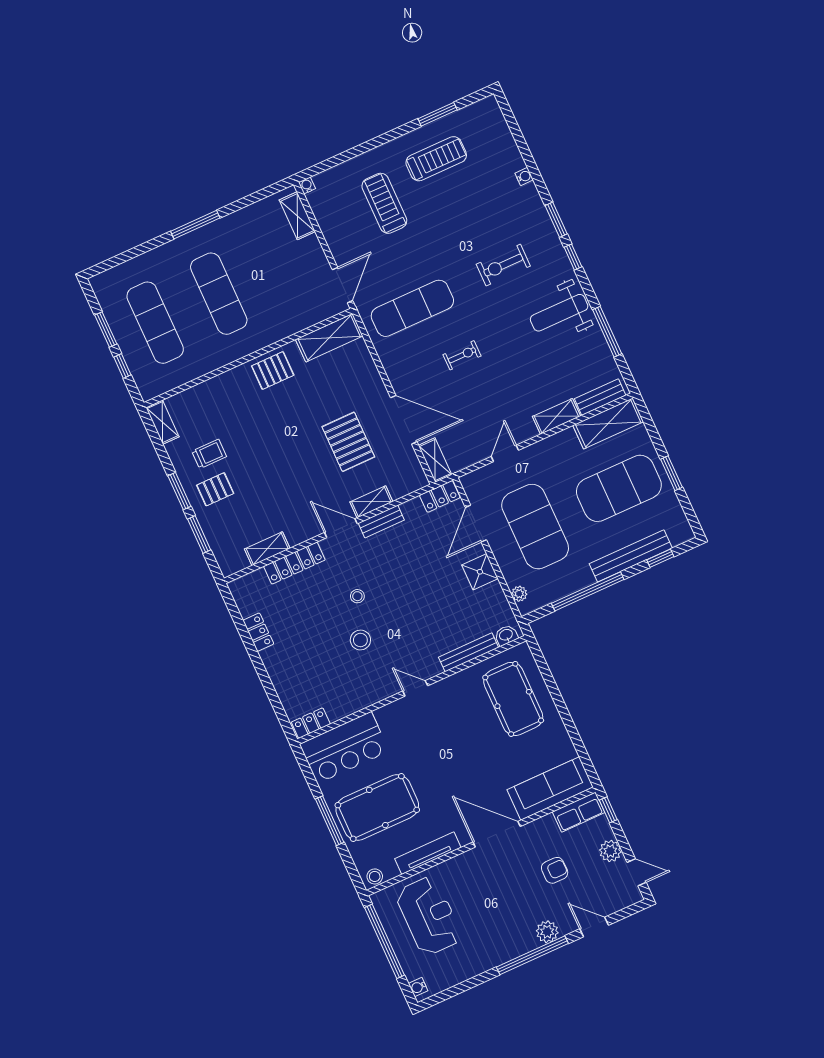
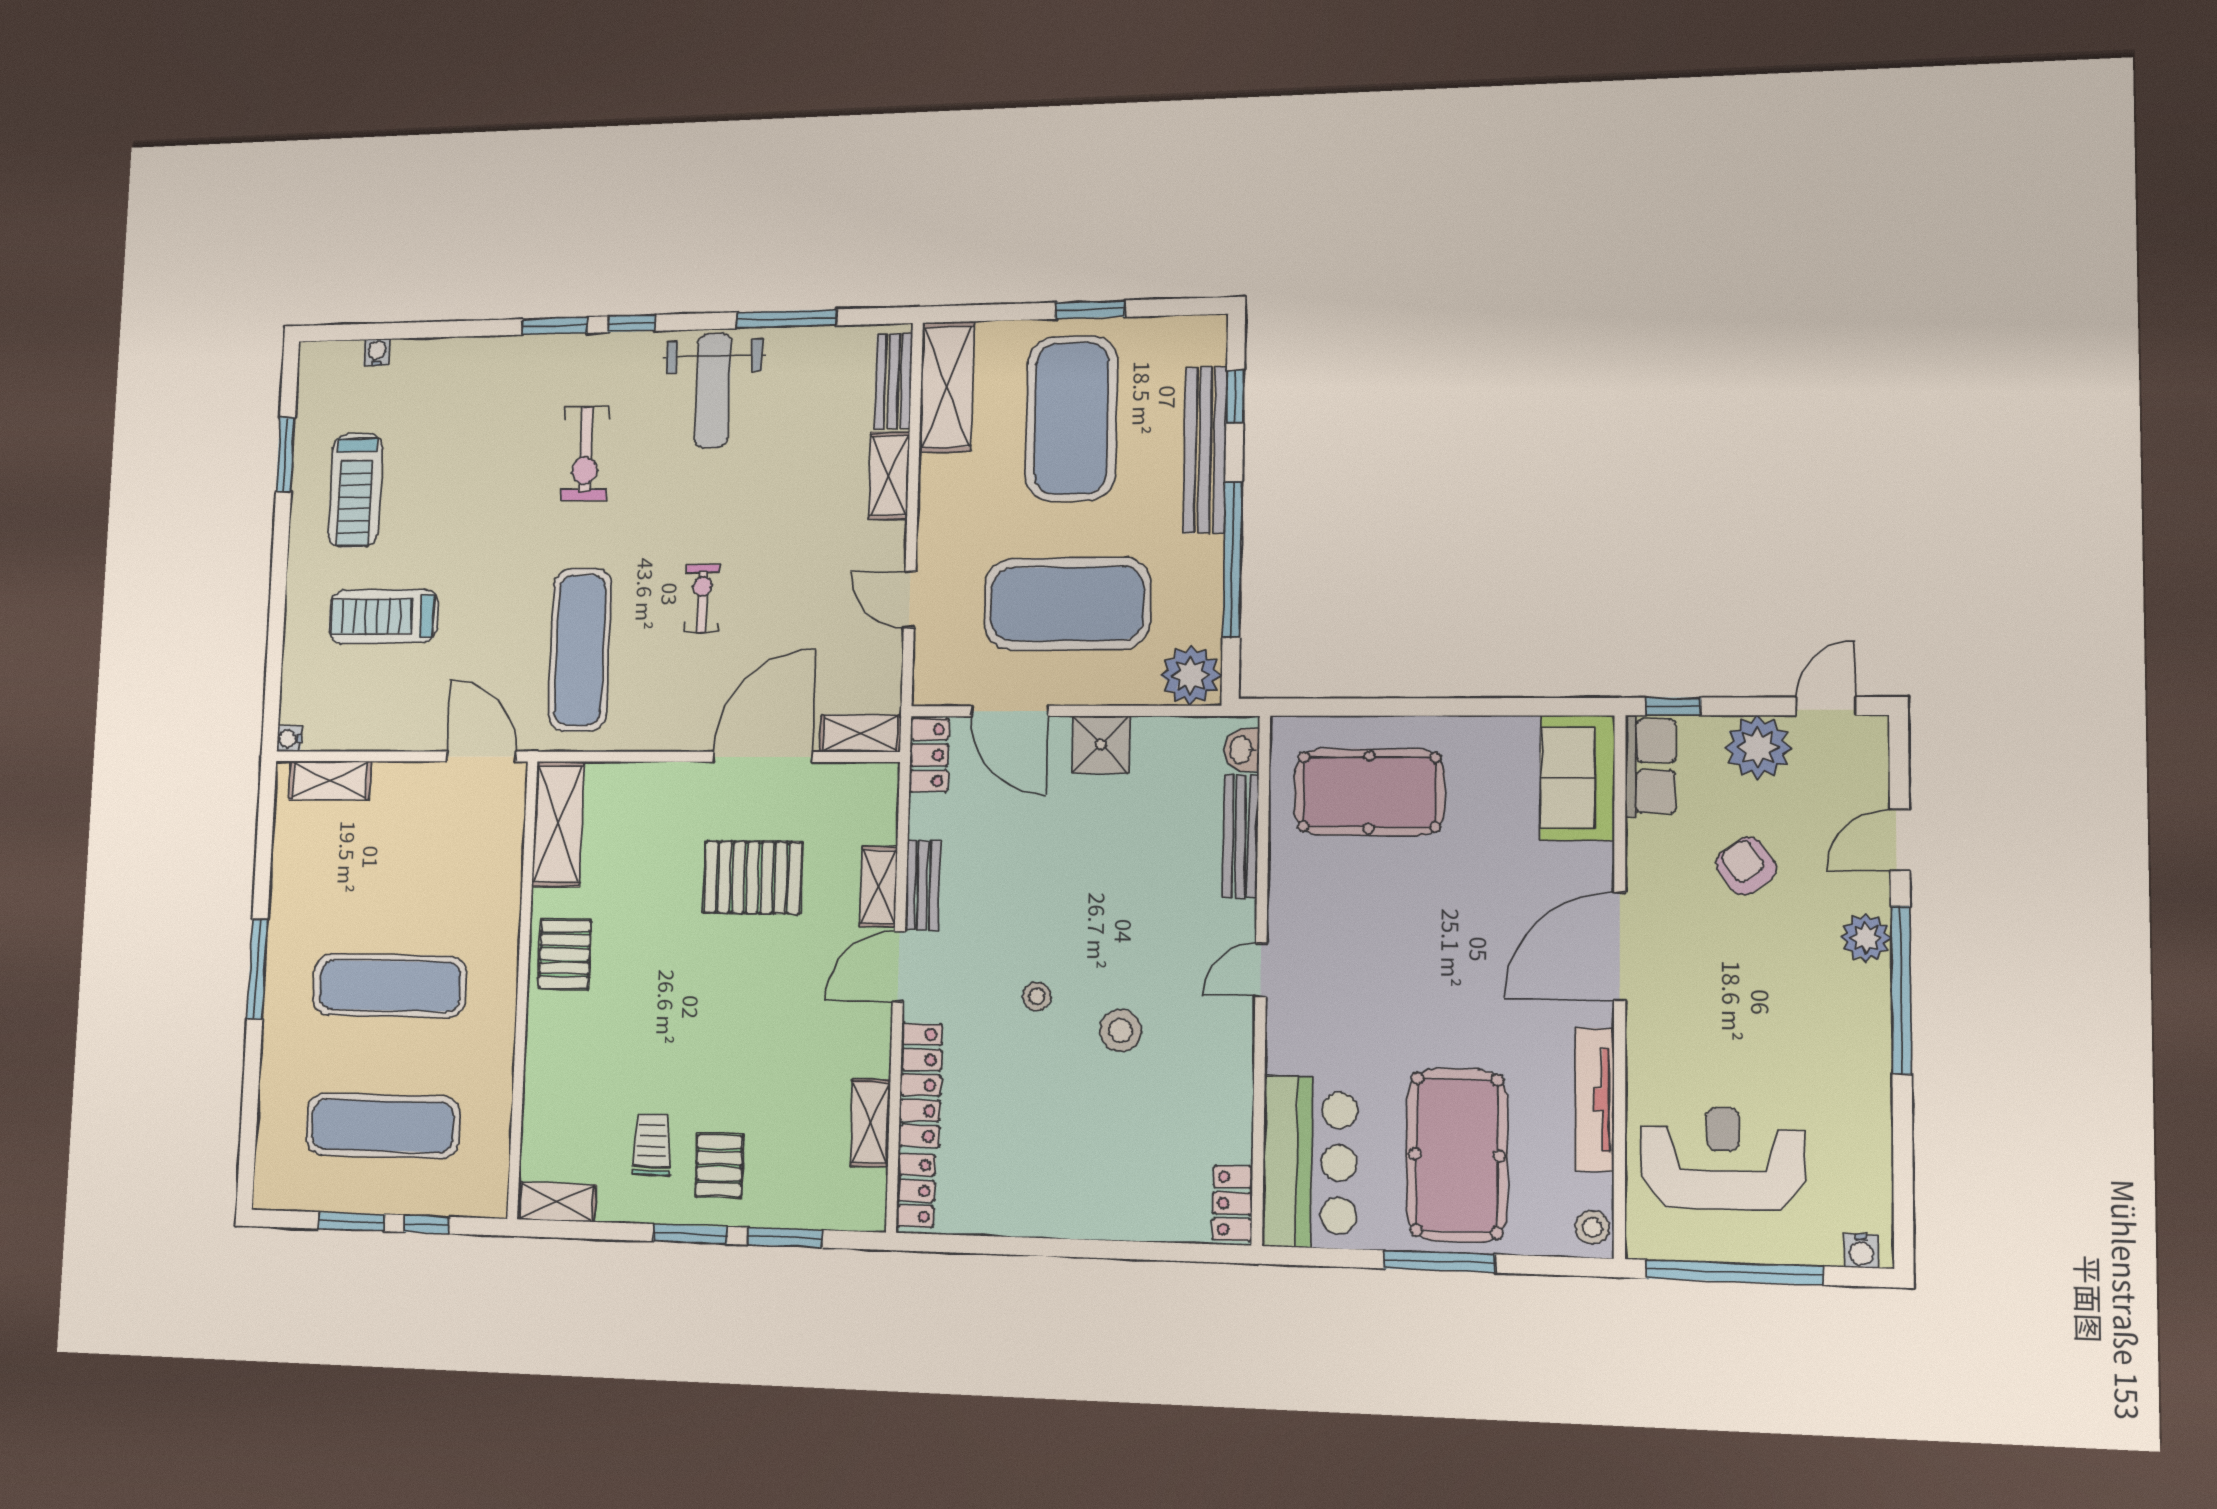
treadmill: (436, 159) -> (355, 491), turned 180
water cooler: (524, 177) -> (377, 352), moved
plant: (519, 594) -> (1191, 675), width x1.88, depth x1.88
locker: (258, 632) -> (916, 1191), moved, turned 90
sofa: (550, 788) -> (1578, 778), width x0.73
plant: (610, 851) -> (1758, 747), width x1.36, depth x1.36
armchair: (555, 870) -> (1746, 866), turned -35

